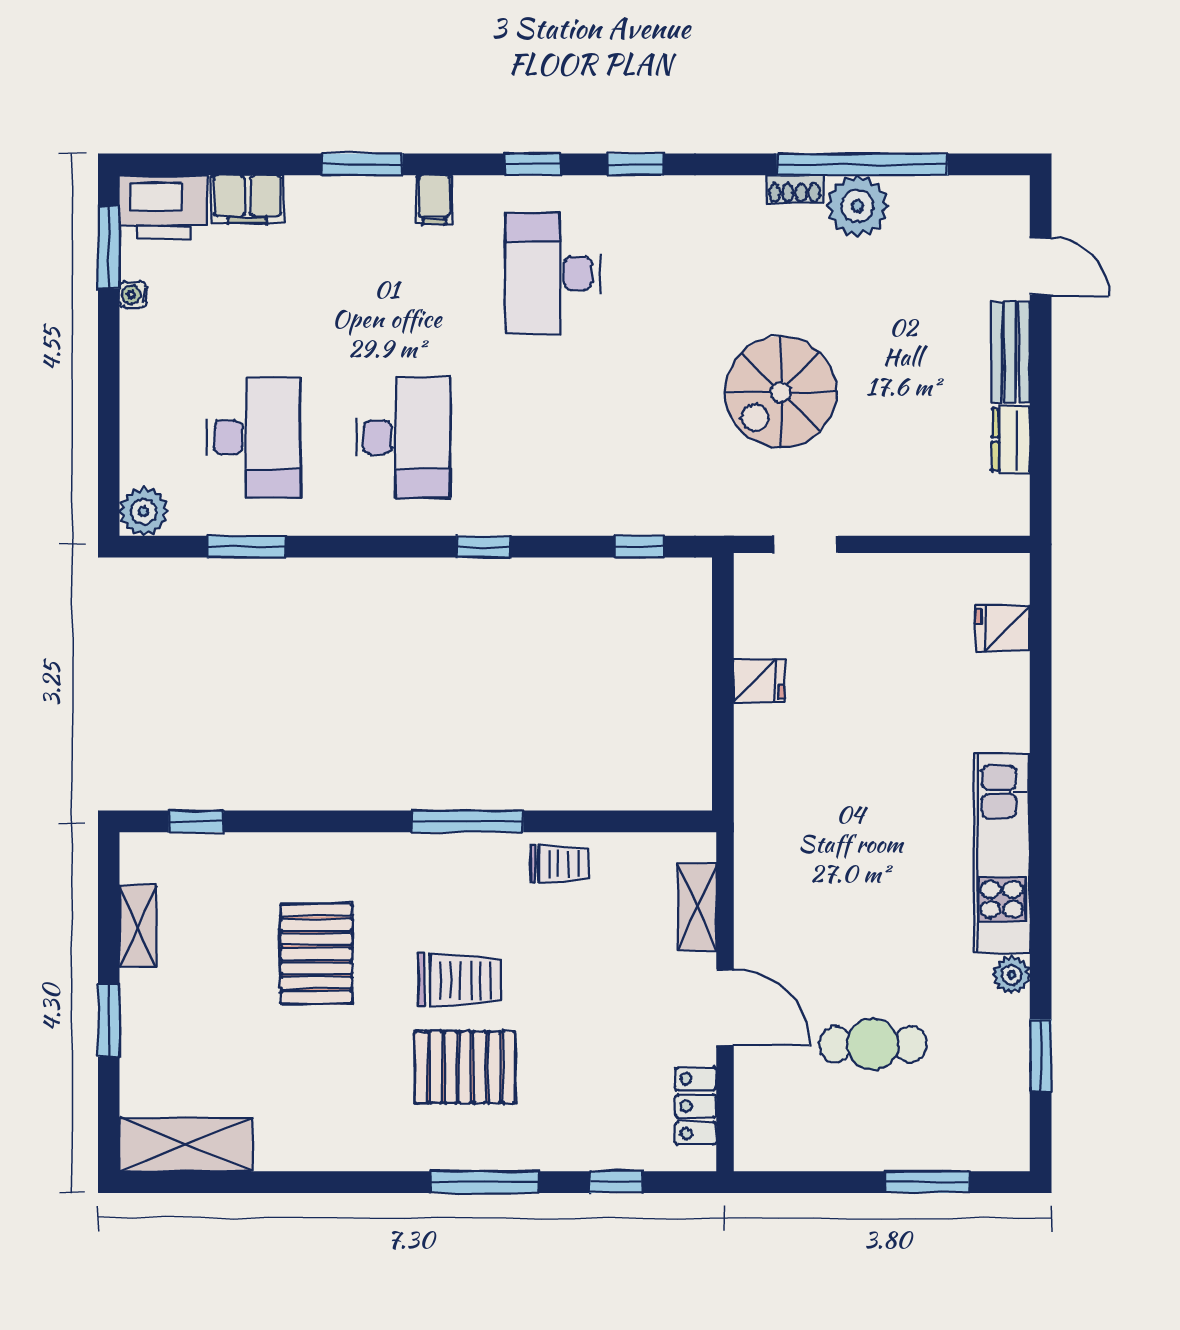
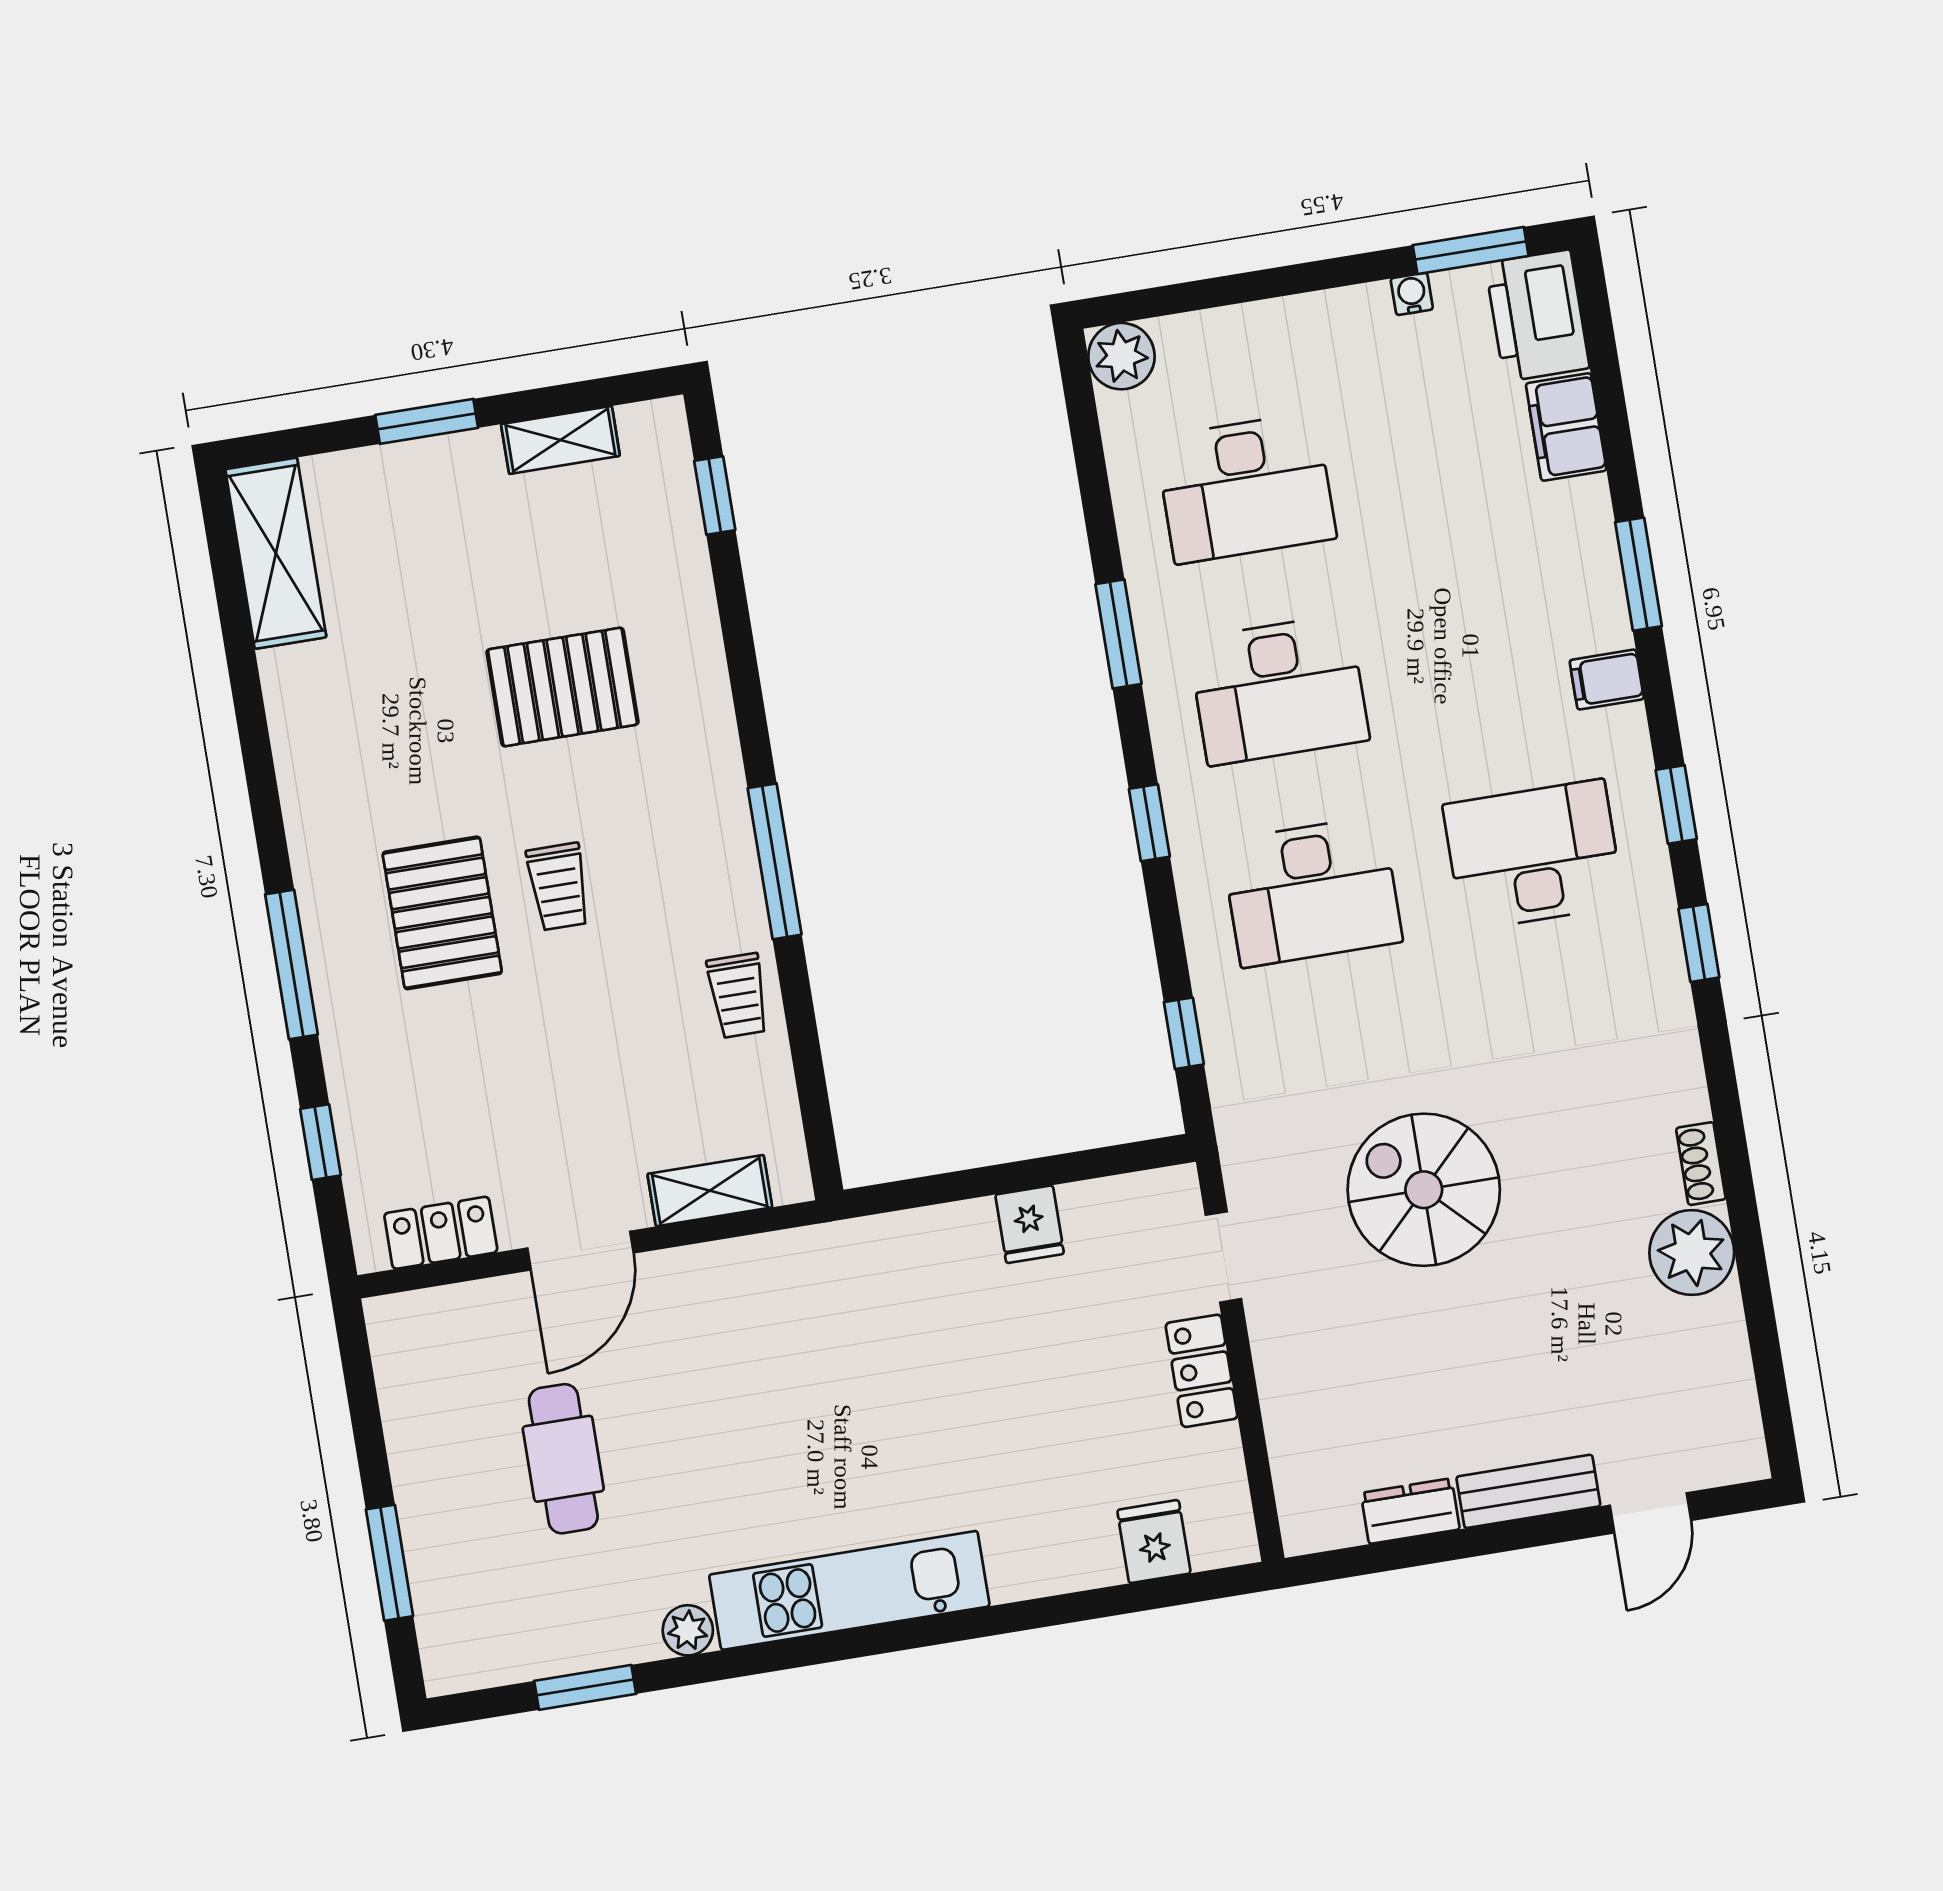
window: (862, 164) -> (1749, 1249), removed
desk: (552, 437) -> (1312, 891), added
window: (246, 547) -> (1118, 634), moved
locker: (885, 574) -> (1202, 1371), added
trolley: (460, 980) -> (558, 887), width x0.73, depth x0.72

